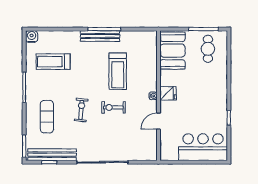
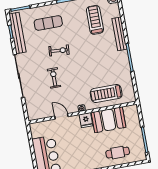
bench: (100, 36) -> (119, 34), moved
cafe table: (208, 49) -> (118, 153), moved
booth: (173, 51) -> (109, 120), moved
treadmill: (118, 71) -> (106, 94), moved
exercise bike: (113, 107) -> (54, 78), moved

